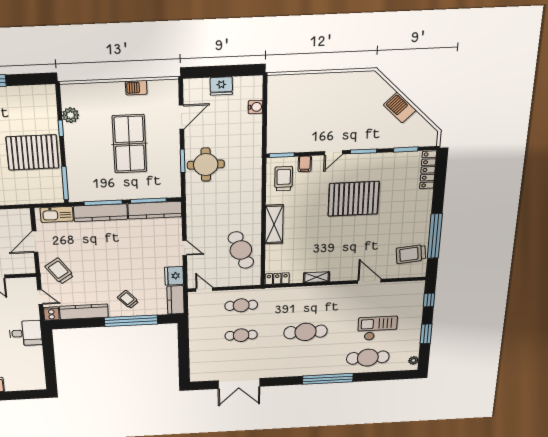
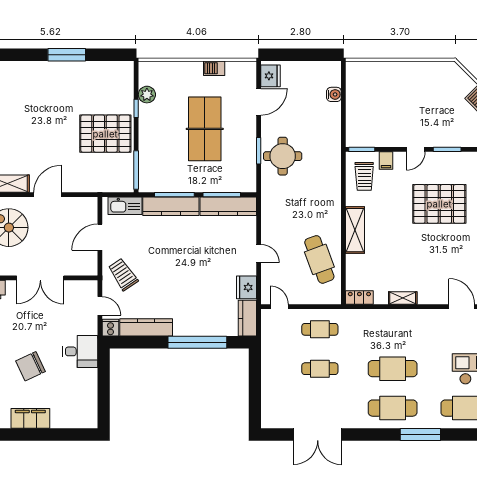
fridge: (221, 86) -> (270, 76), moved, turned -90
trolley: (284, 179) -> (364, 176), turned 180
trolley: (128, 299) -> (195, 314), removed
cafe table: (305, 361) -> (393, 408), added
window: (328, 379) -> (420, 435), width x0.68

